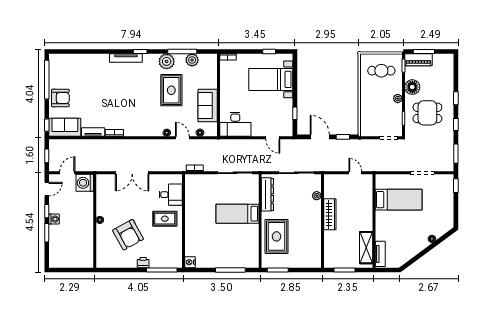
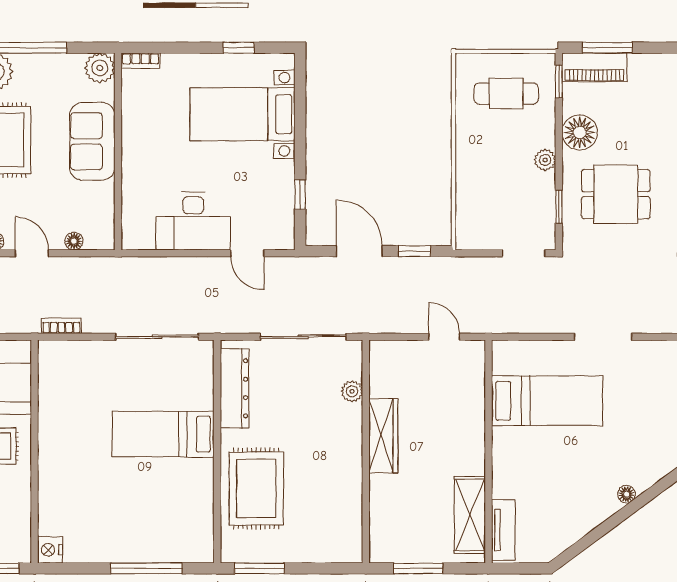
plant: (192, 60) -> (100, 68), moved
sofa: (208, 106) -> (92, 141), moved
desk: (235, 124) -> (193, 221), moved

